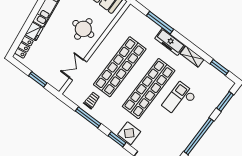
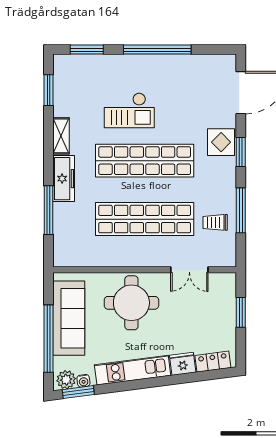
round table: (83, 29) -> (131, 303), width x1.36, depth x1.36

